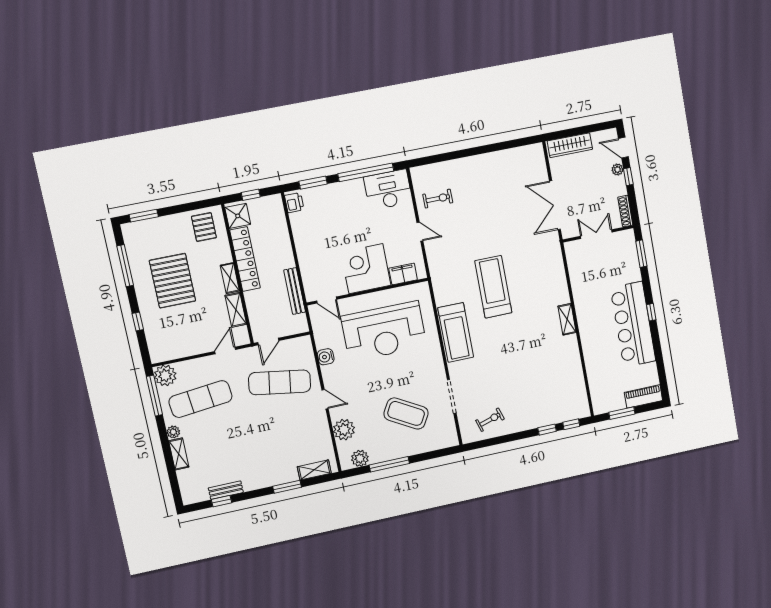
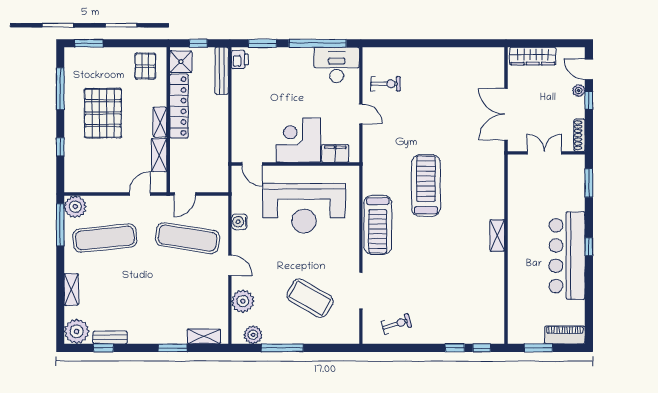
bench: (295, 291) -> (222, 71), moved
plant: (173, 432) -> (77, 331), moved, width x1.87, depth x1.87

